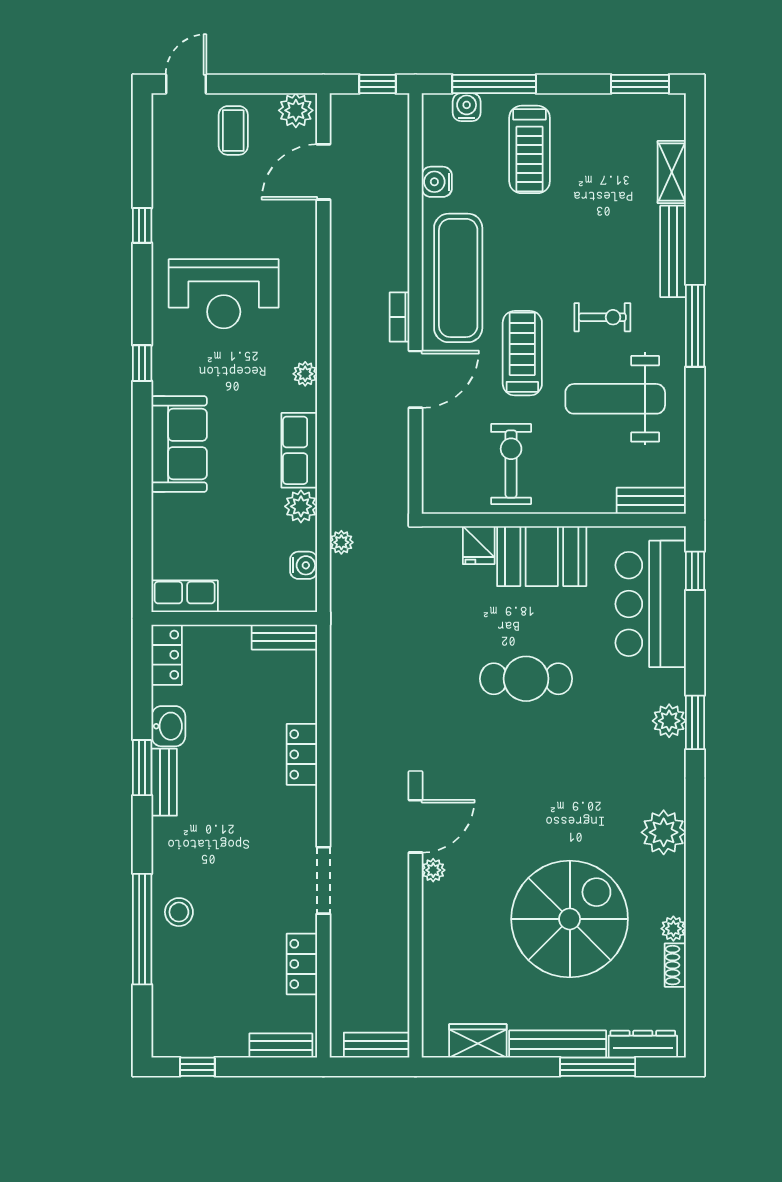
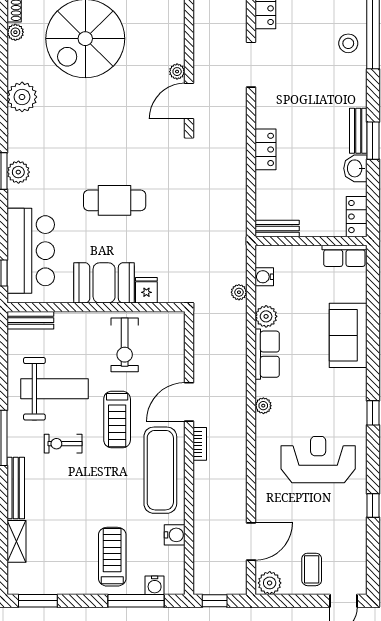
sofa: (179, 444) -> (348, 335), moved

